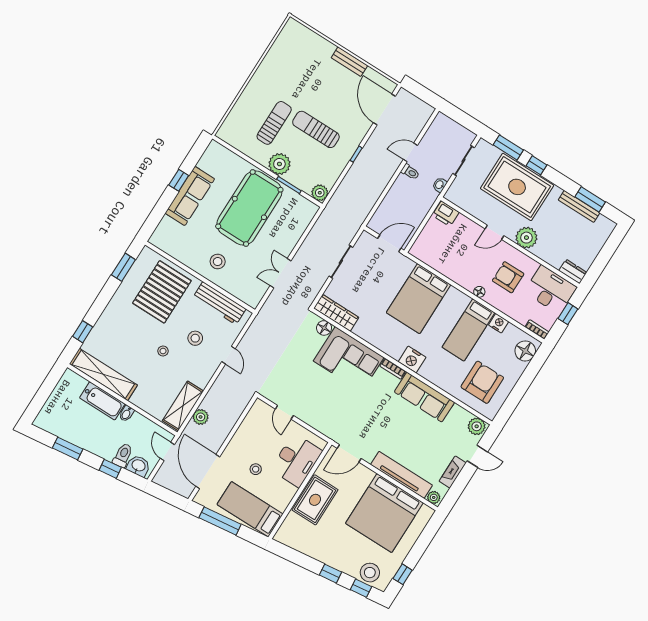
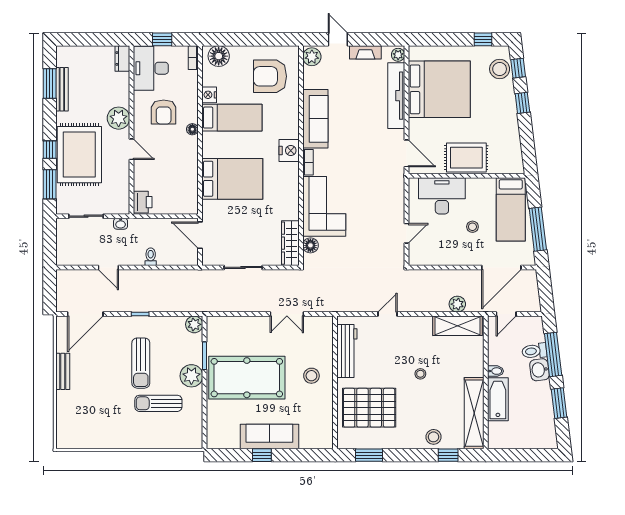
toilet: (410, 172) -> (151, 257), moved
stool: (195, 338) -> (434, 437), moved
washbasin: (138, 466) -> (539, 370), moved
window: (110, 469) -> (553, 355), width x2.17

